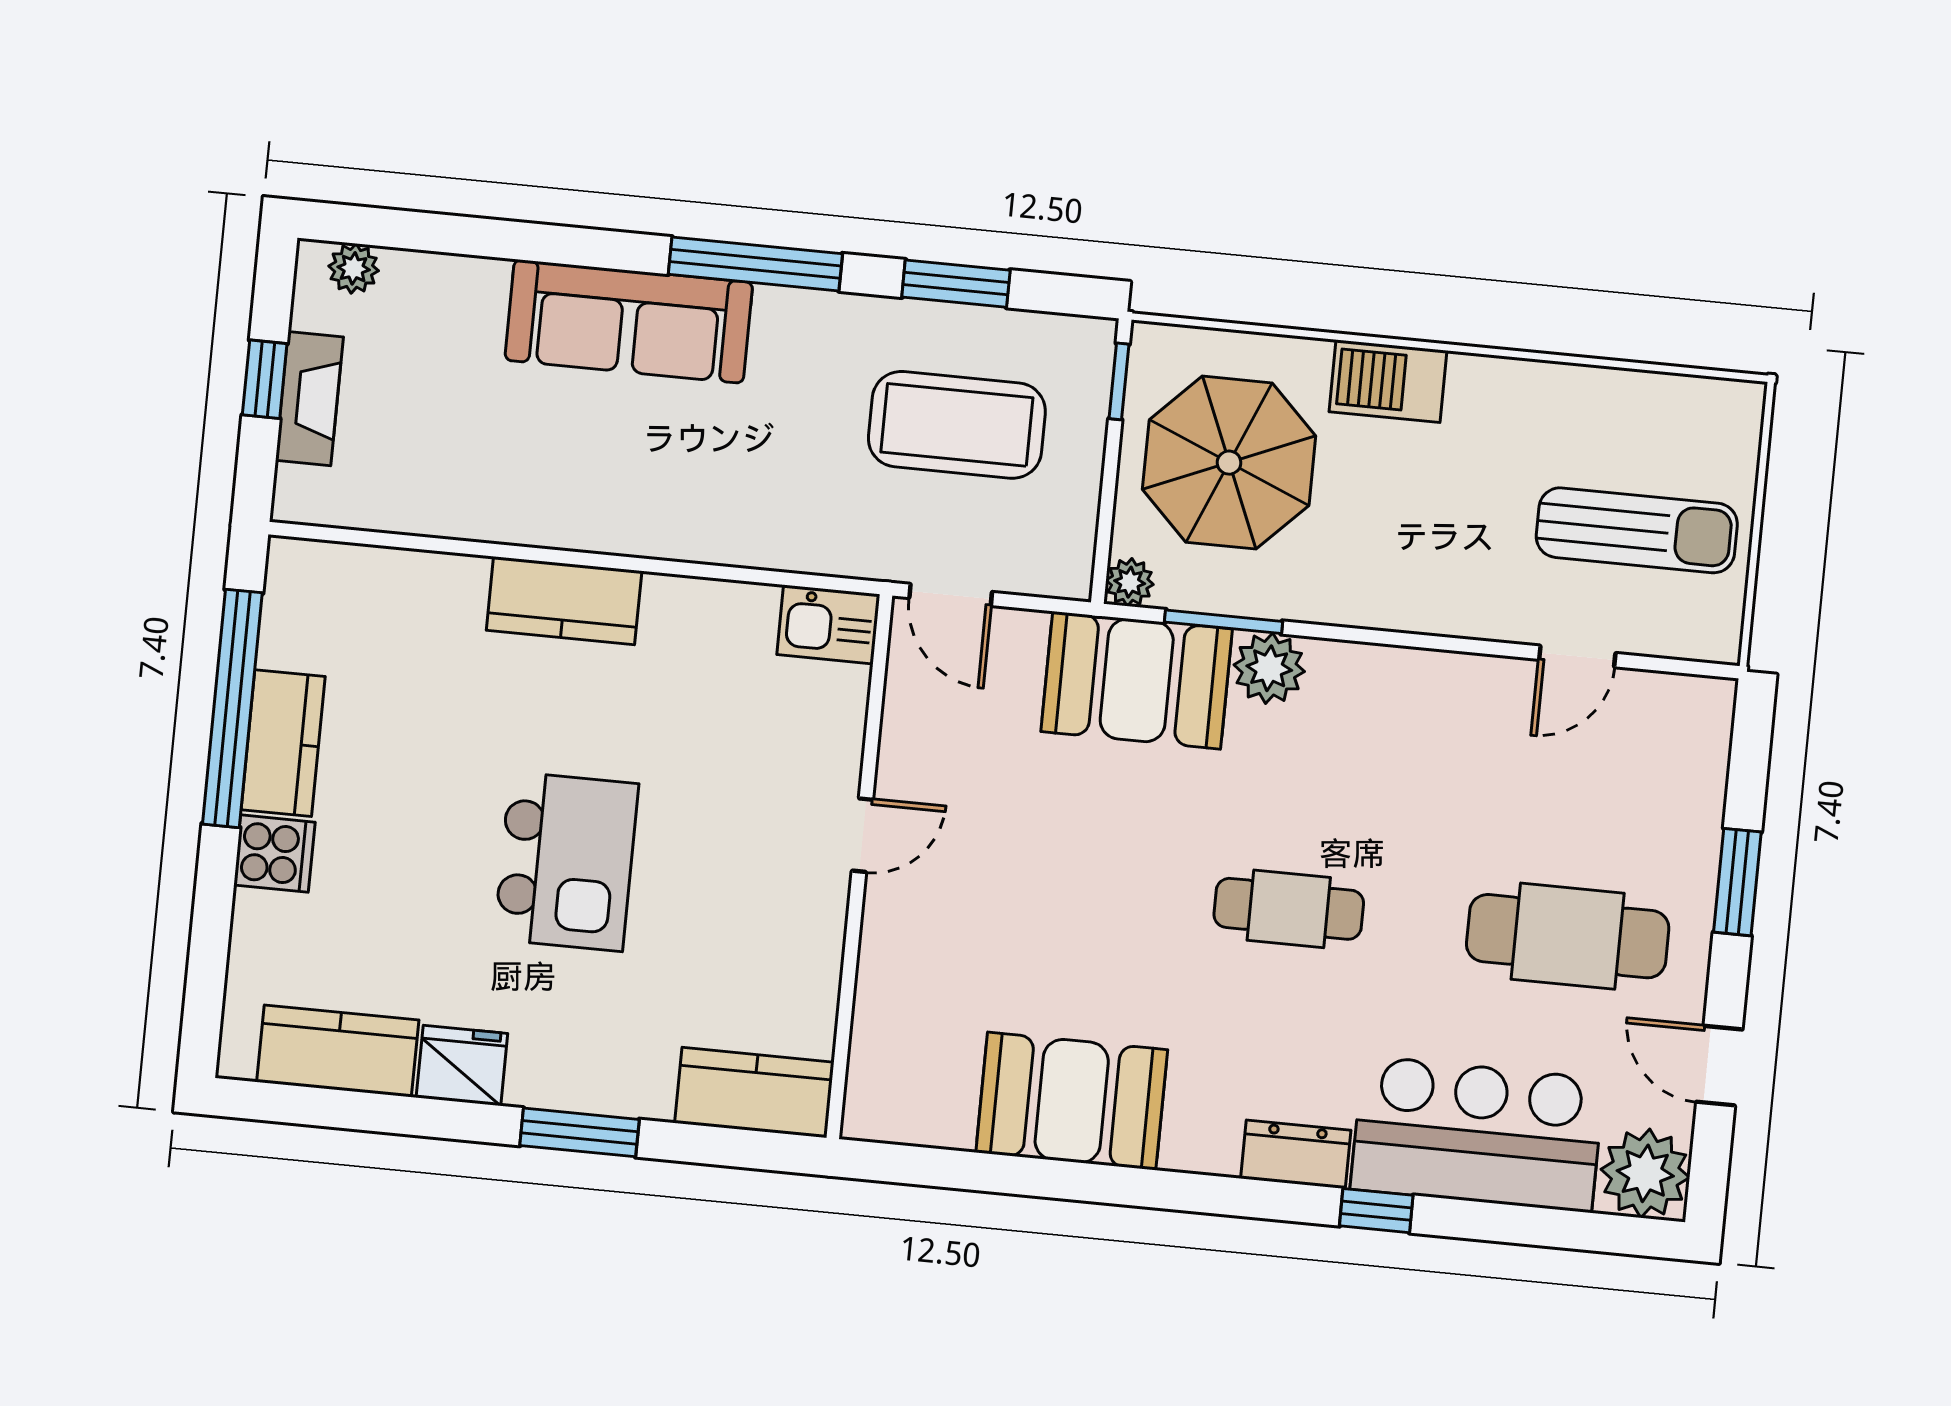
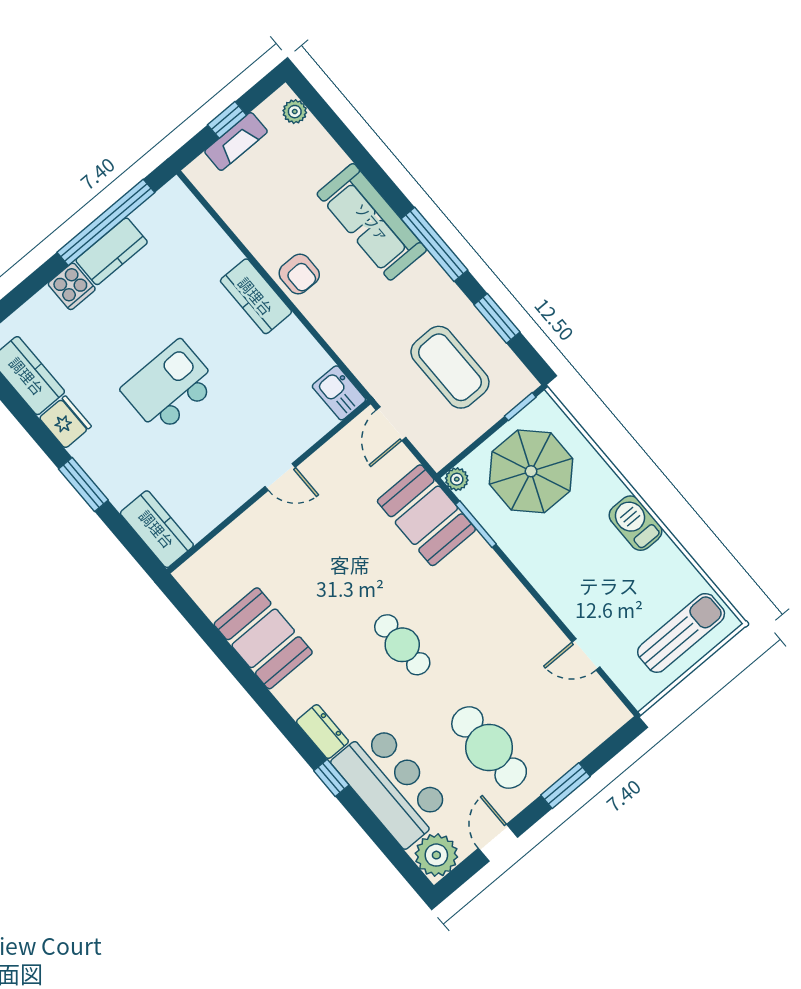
barbecue: (1388, 381) -> (636, 523), moved
armchair: (596, 505) -> (299, 274), added
sun lounger: (1637, 530) -> (681, 633), moved, turned -90
plant: (1269, 668) -> (476, 555), removed
kitchen island: (566, 862) -> (169, 387), turned 180

